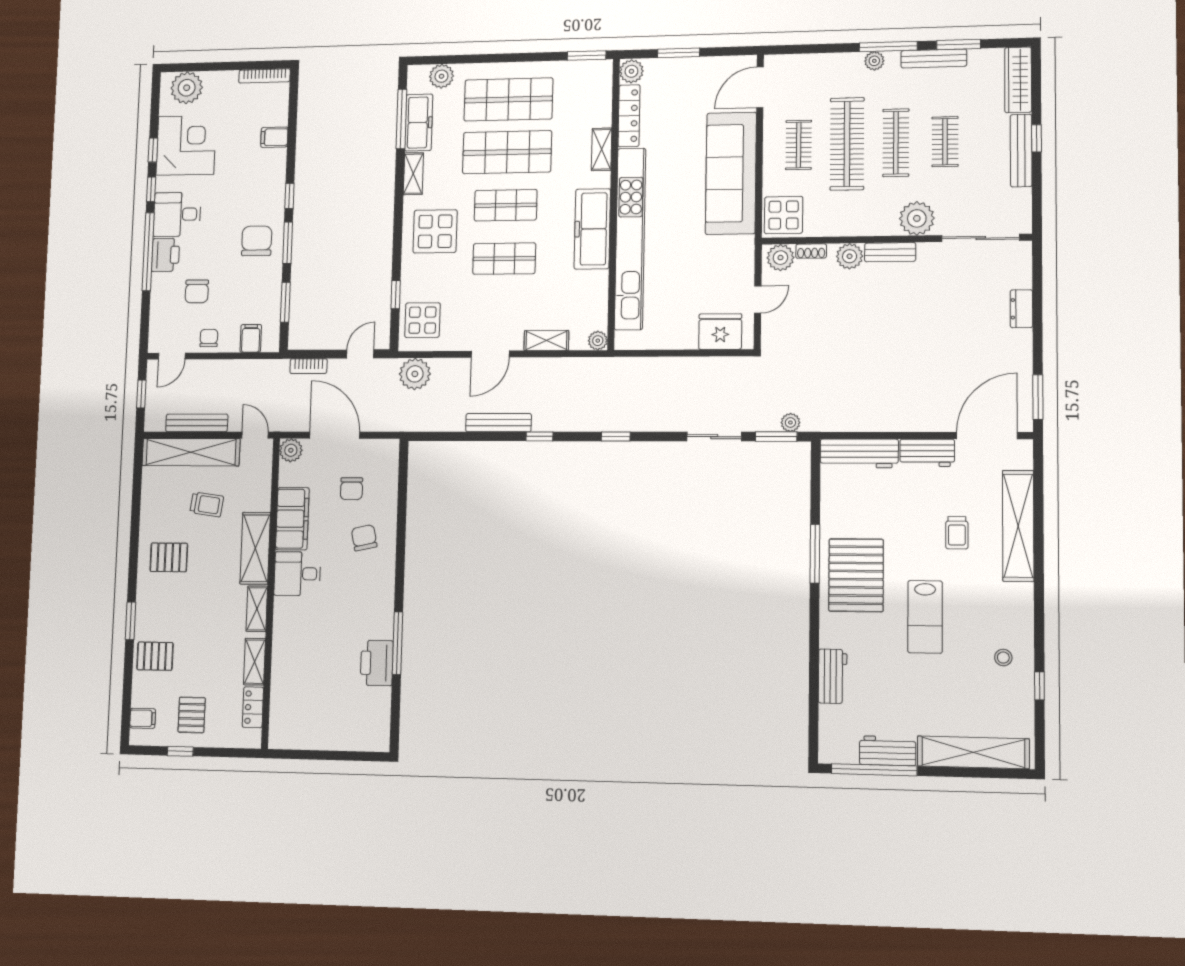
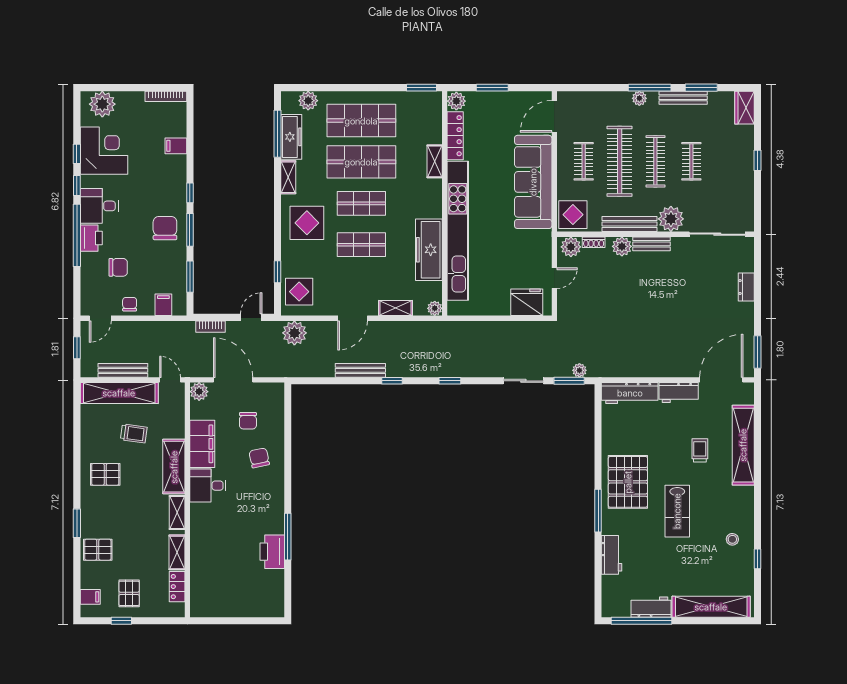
wardrobe: (1018, 80) -> (744, 108), width x0.67
bench: (1021, 151) -> (629, 224), moved, turned 90
freezer: (592, 229) -> (429, 250), moved
chair: (197, 291) -> (118, 267), turned -90
trolley: (957, 533) -> (700, 450), turned 180
window: (815, 554) -> (598, 511), moved

